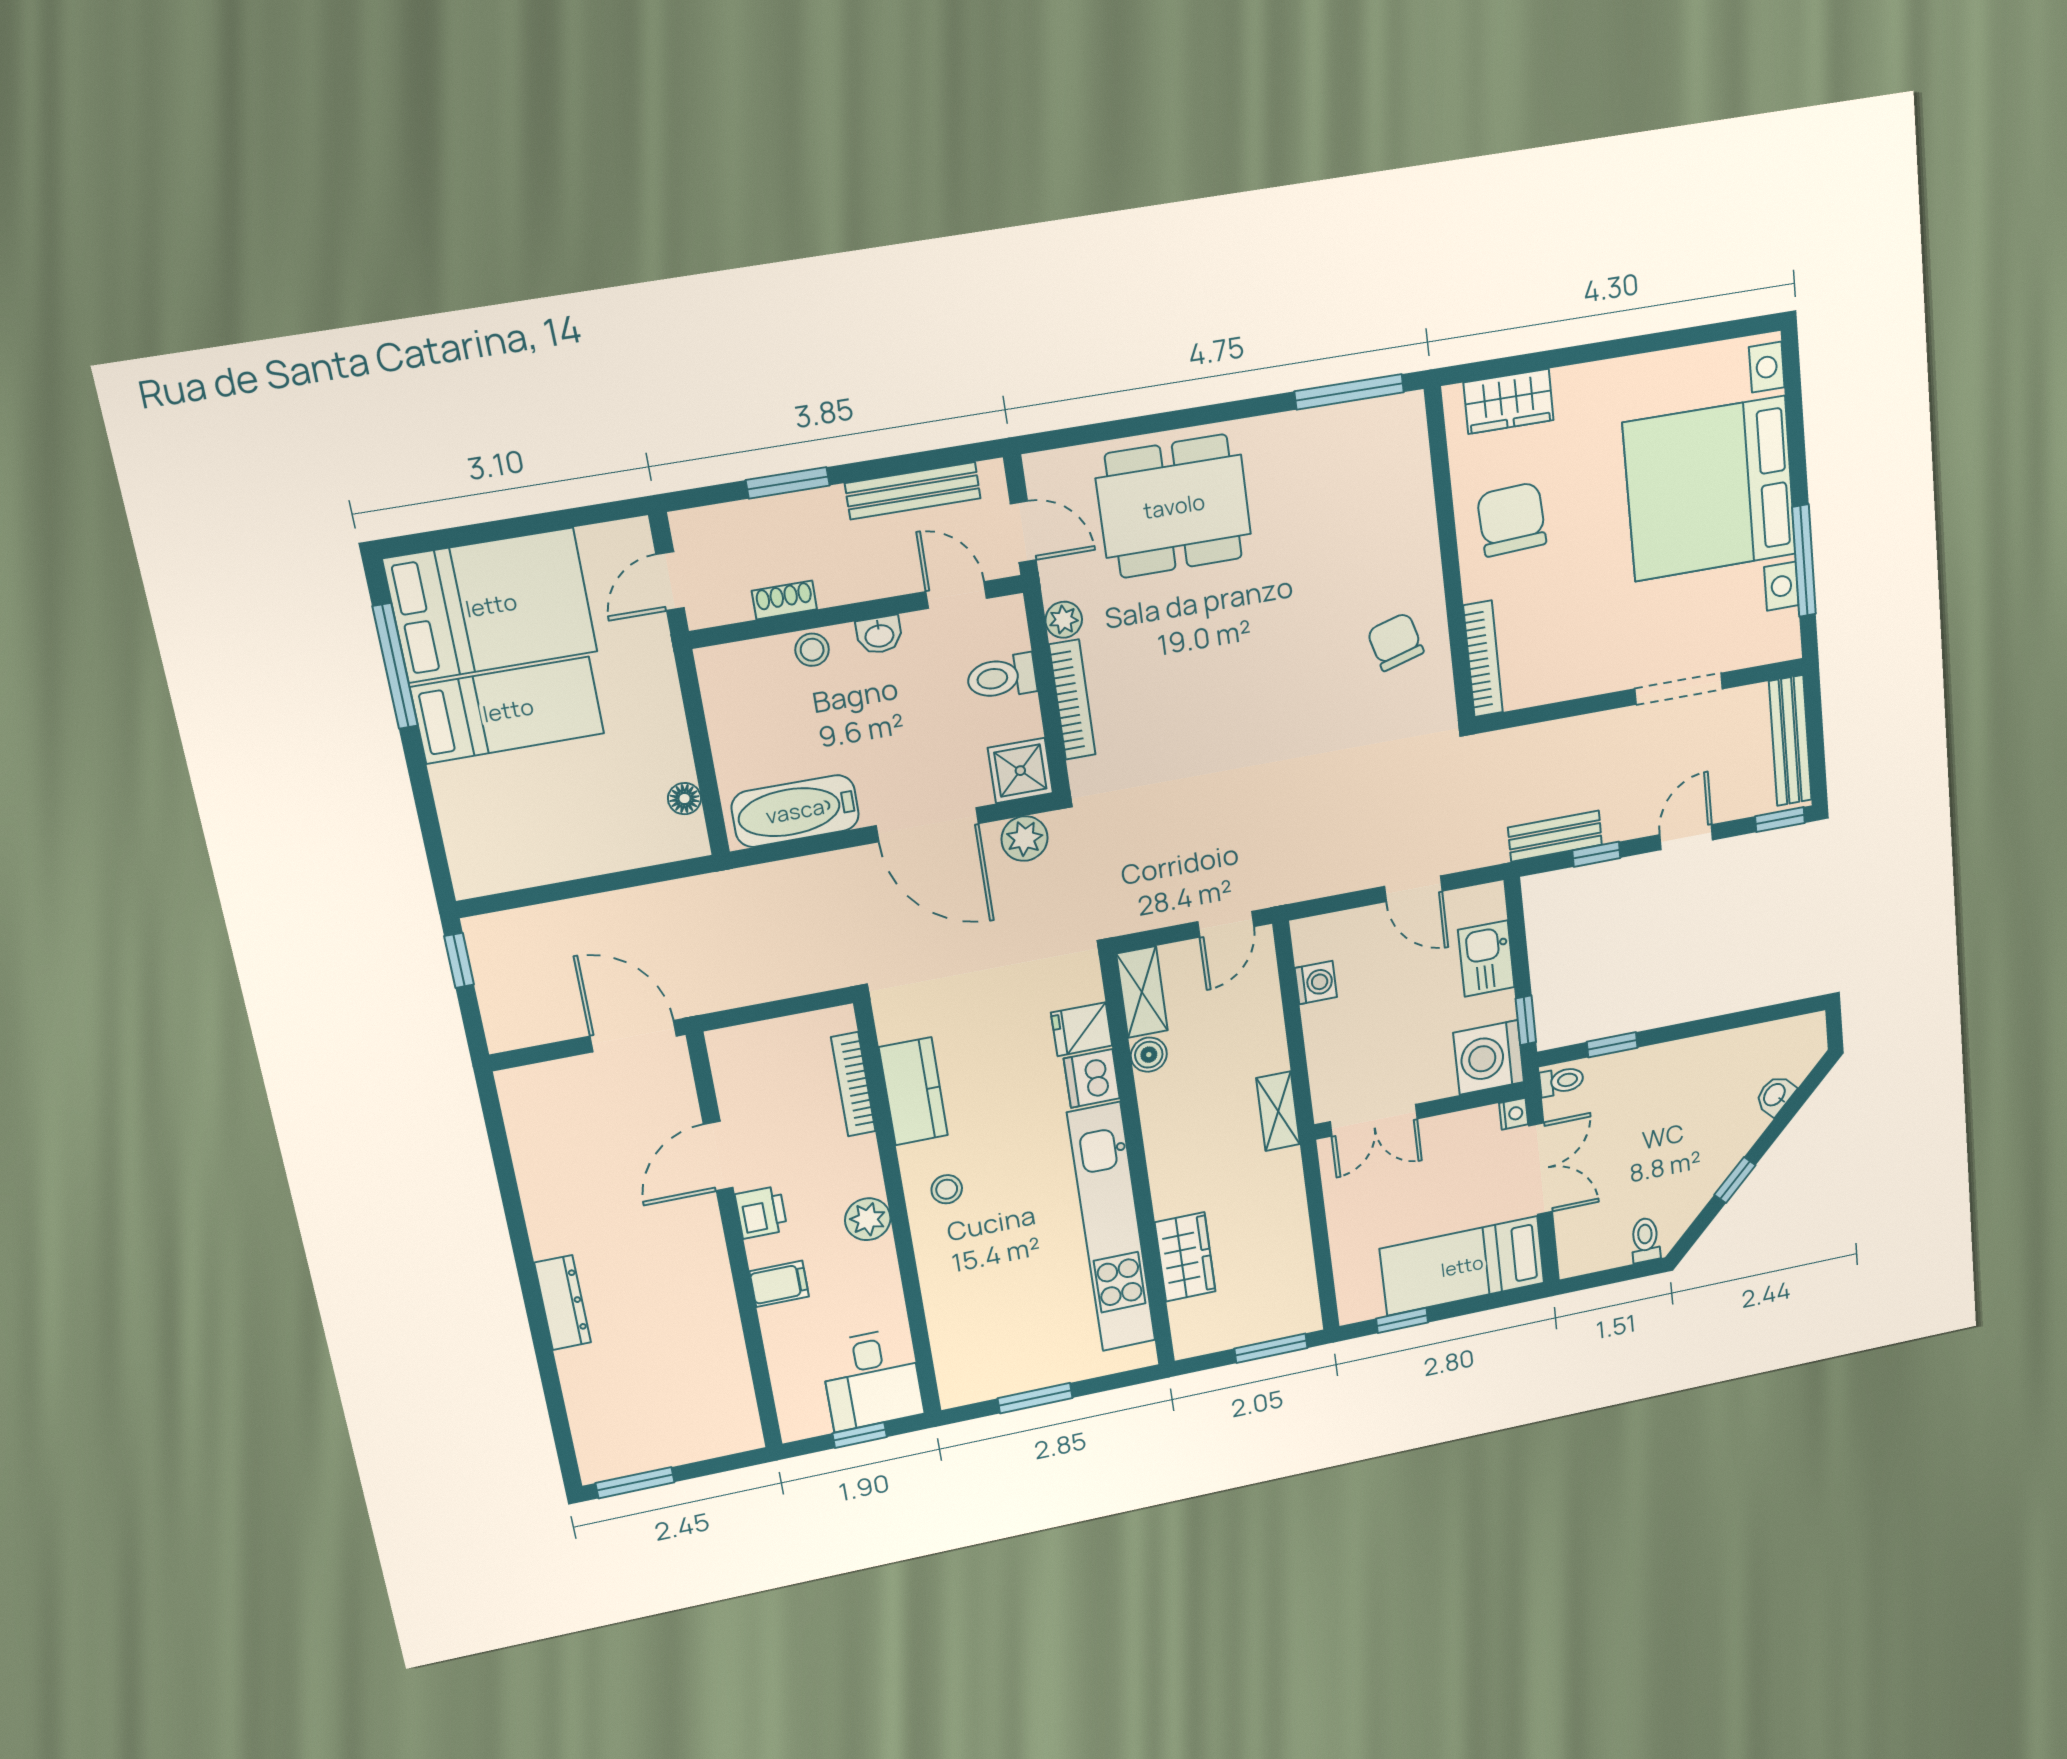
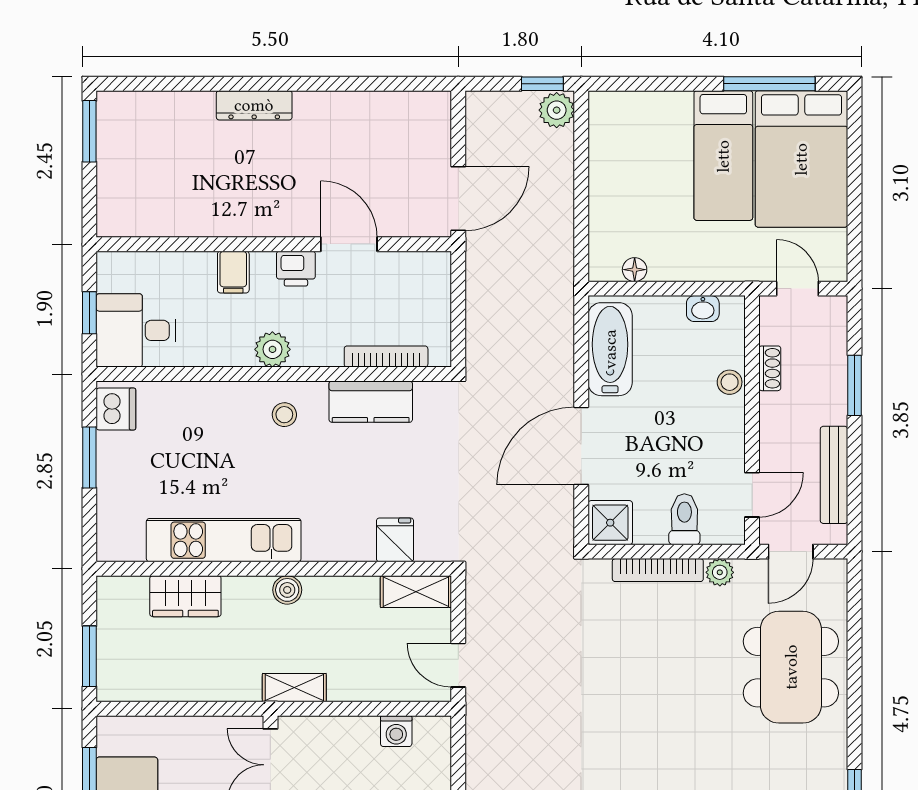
washbasin: (879, 635) -> (703, 309), moved, turned -90
plant: (1025, 839) -> (557, 110), moved
boiler: (1149, 1055) -> (287, 590), moved
dishwasher: (1092, 1078) -> (116, 409), moved, turned 90
kitchen unit: (1111, 1228) -> (224, 540), width x0.73

